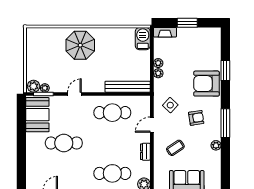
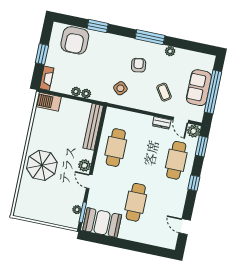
armchair: (206, 84) -> (75, 40), moved
plant: (34, 86) -> (85, 165), moved
door: (152, 125) -> (181, 120), moved

